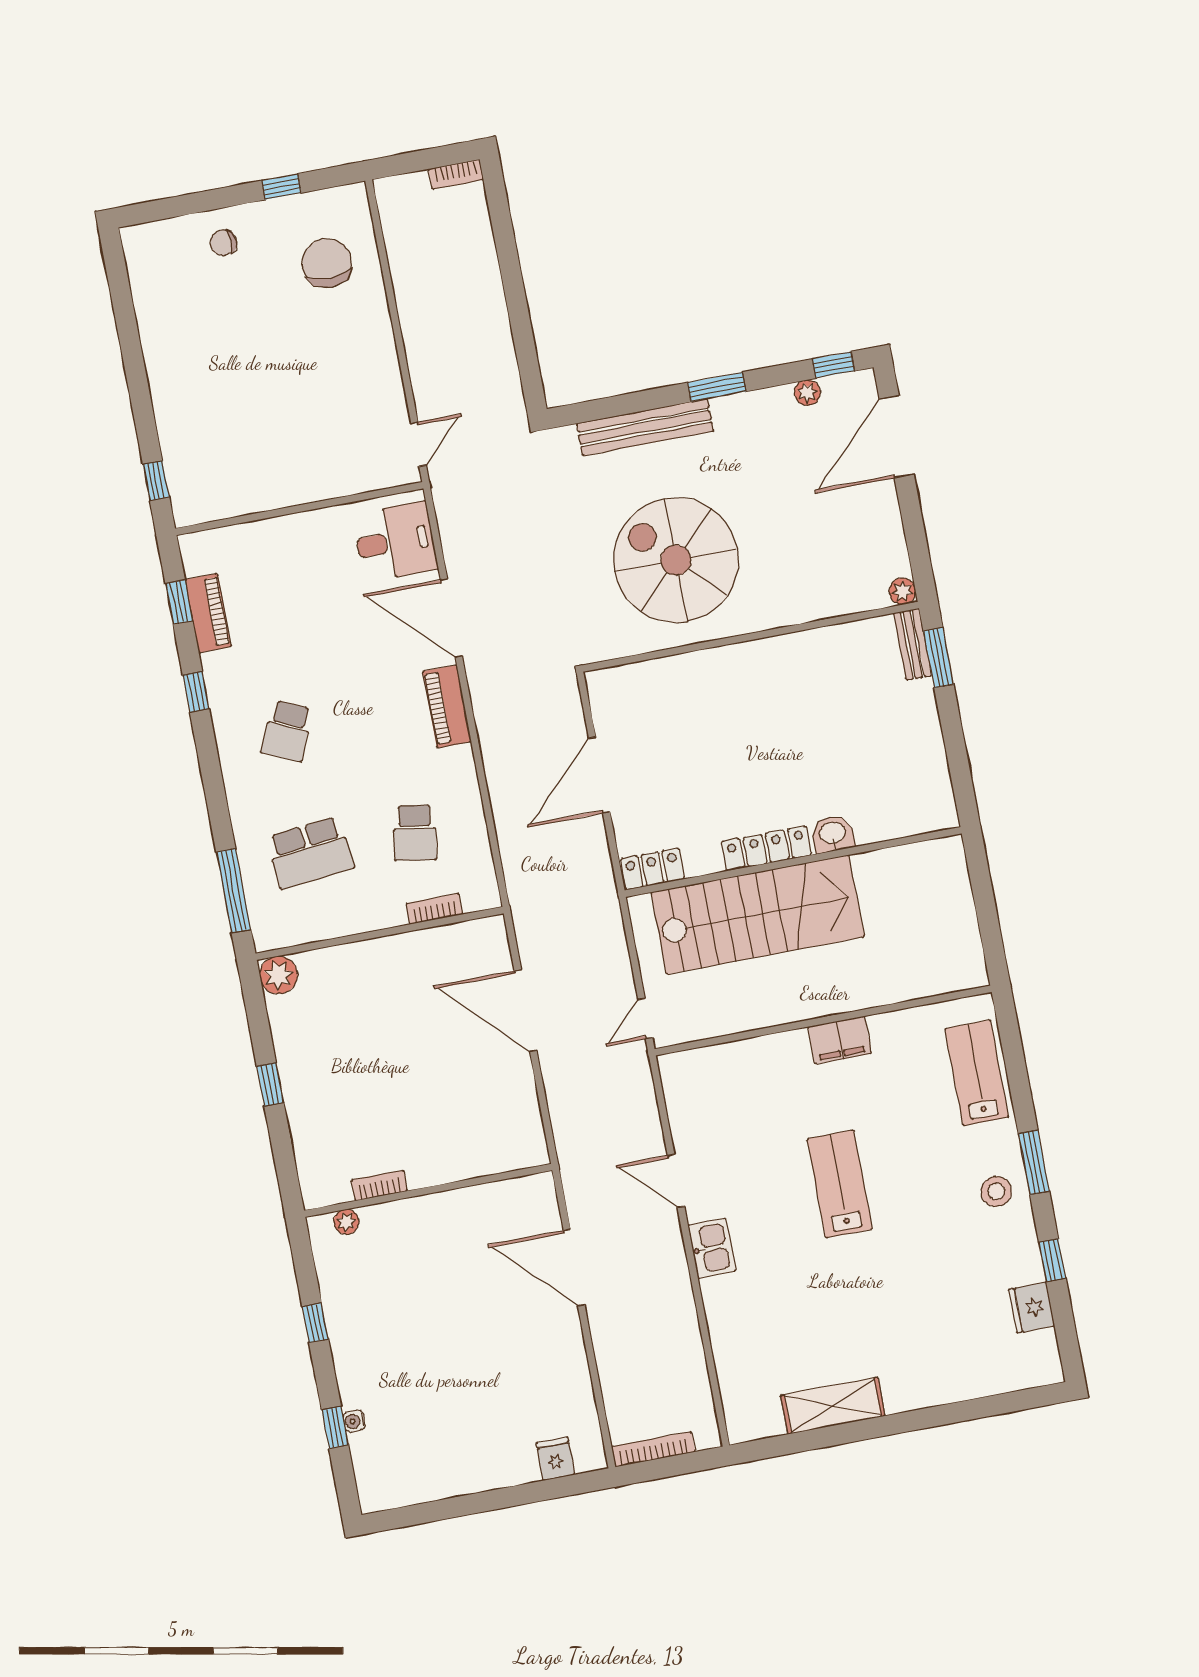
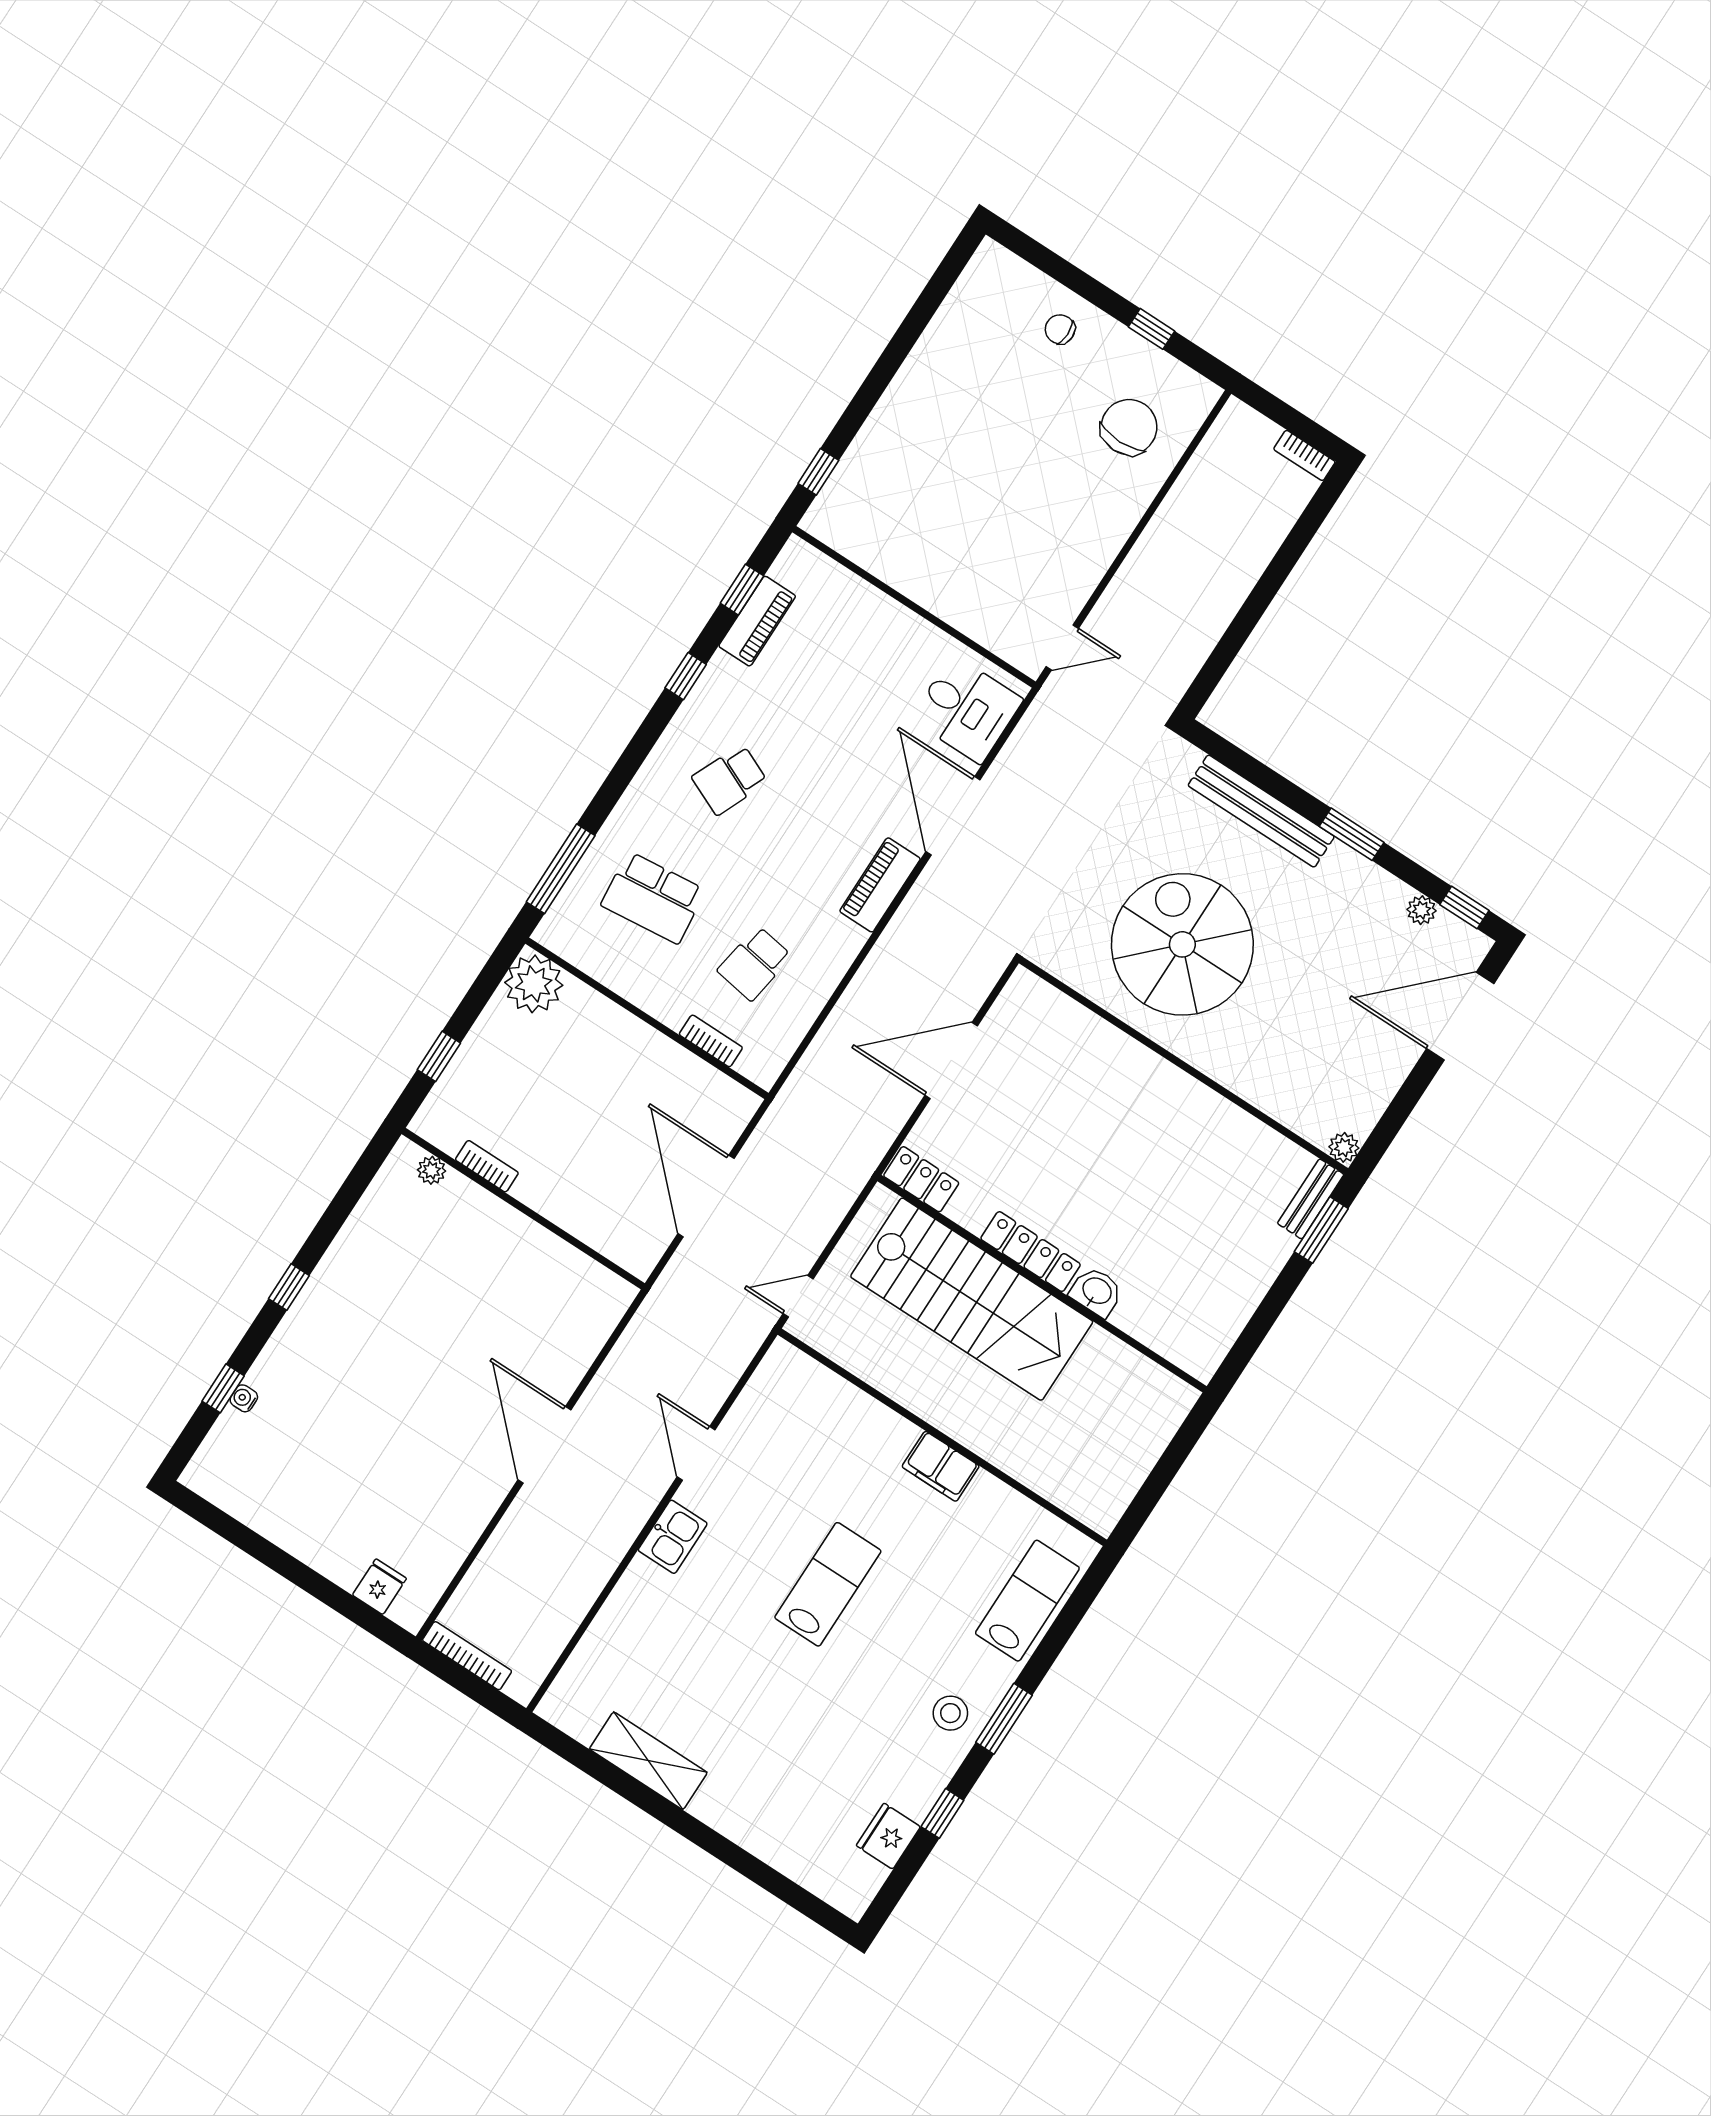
plant: (279, 975) -> (534, 984), width x1.36, depth x1.36
bookcase: (379, 1185) -> (487, 1166), moved
wall: (428, 1190) -> (523, 1209), moved
plant: (346, 1222) -> (432, 1170), moved

